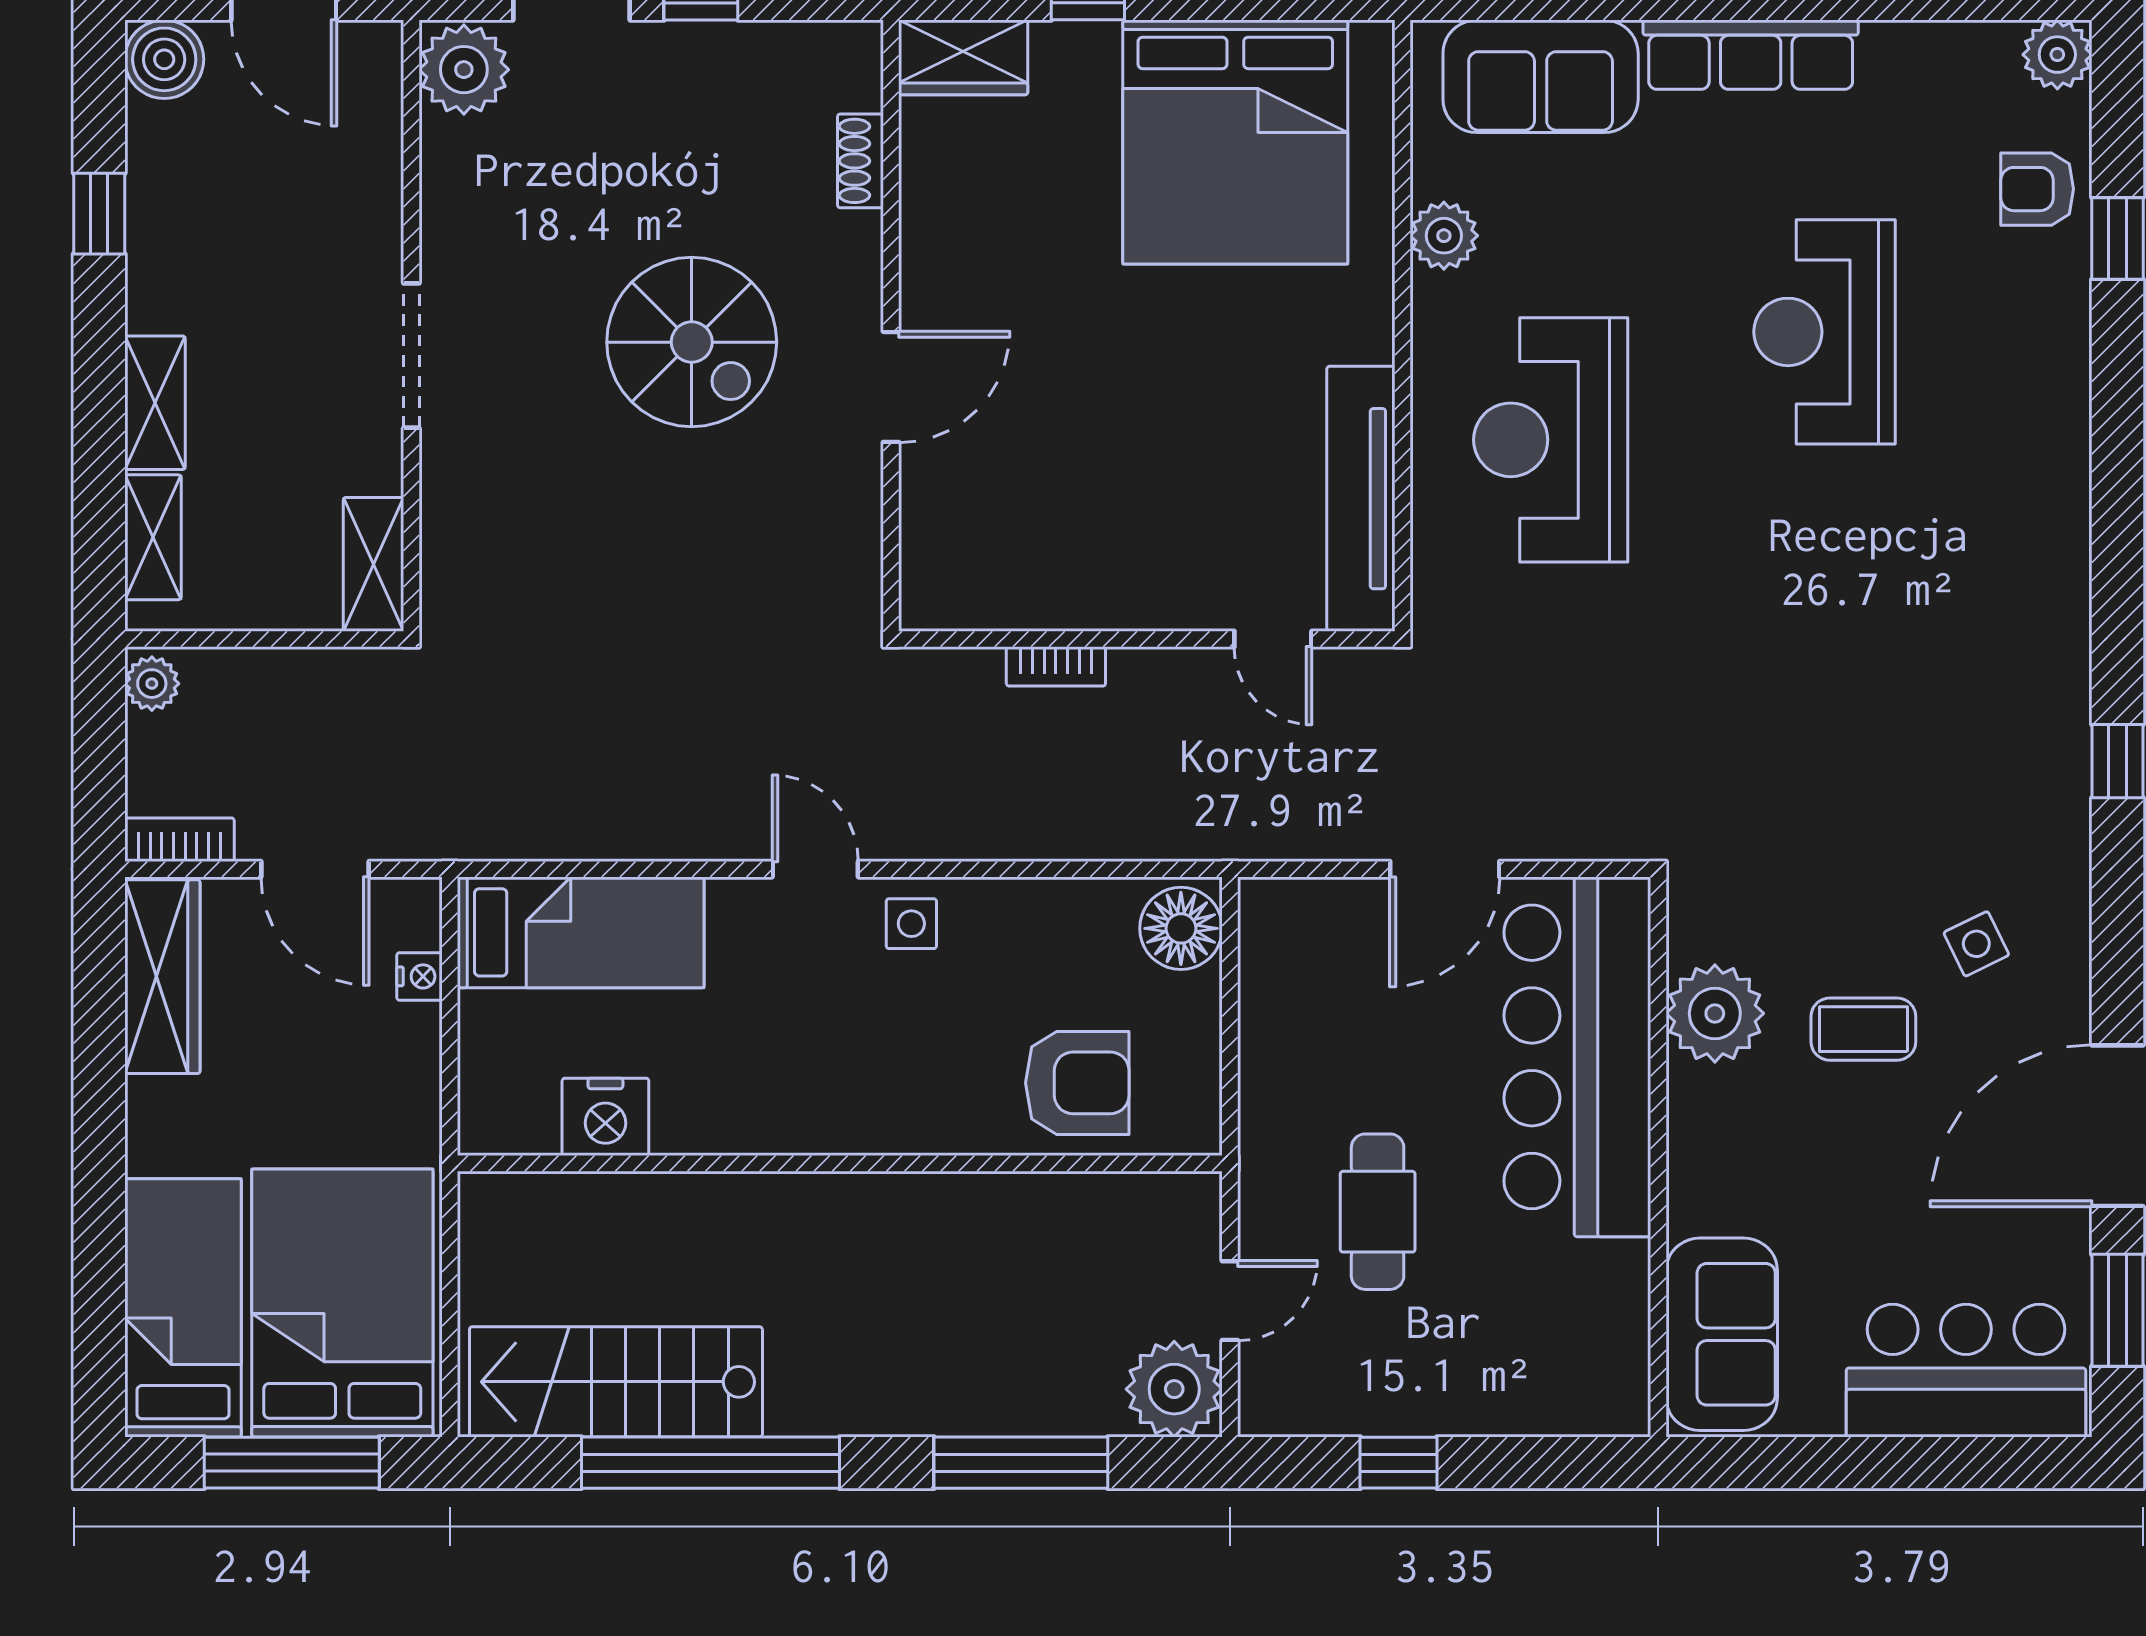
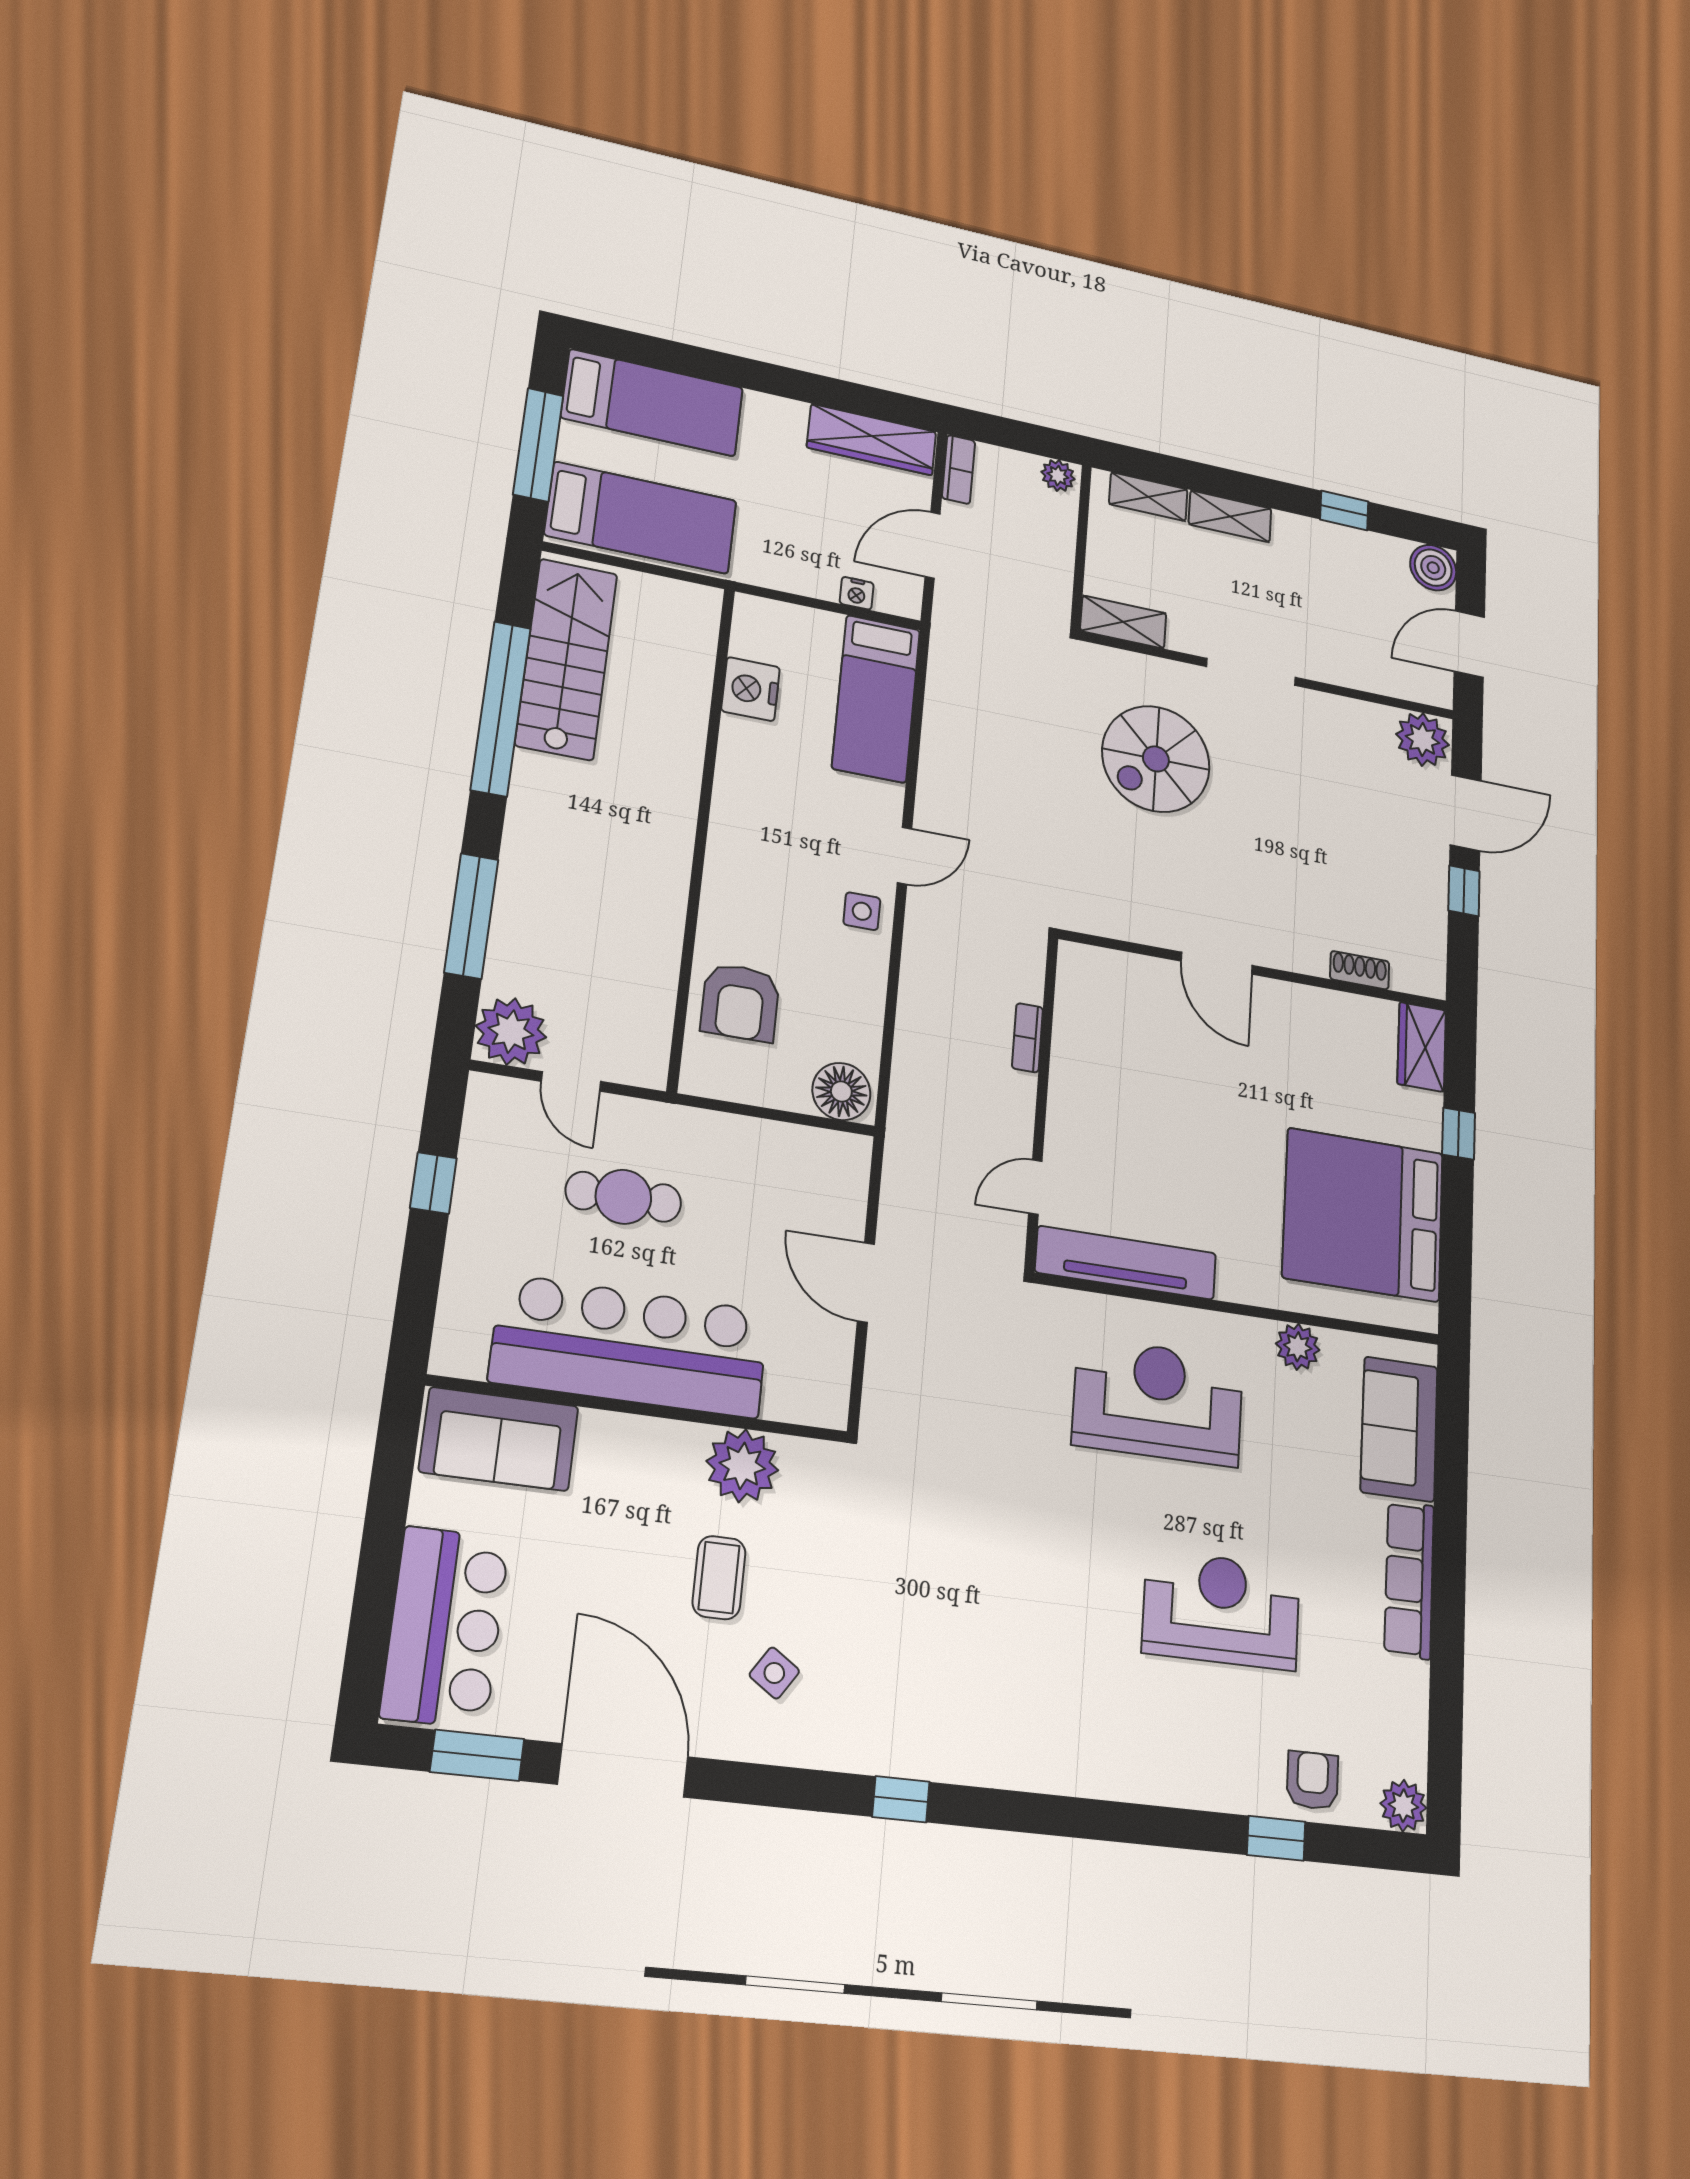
spiral stairs: (692, 342) -> (1156, 759), moved
side table: (1976, 944) -> (774, 1673), turned -30
bar counter: (1577, 1057) -> (630, 1346), moved
bed: (342, 1303) -> (641, 518), width x0.67

